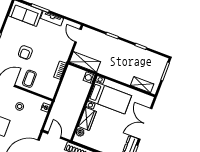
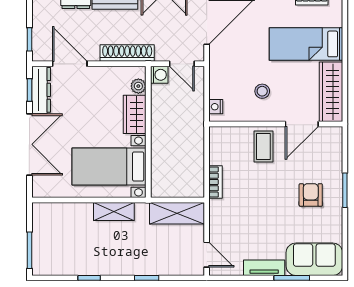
armchair: (25, 52) -> (311, 195), moved
washing machine: (89, 78) -> (159, 75), moved
shelving: (142, 85) -> (114, 211), moved

